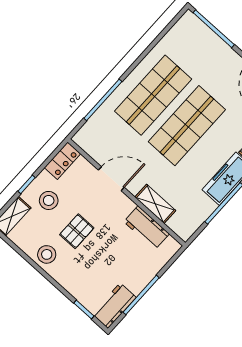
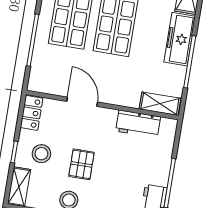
door: (111, 179) -> (82, 102), hinge flipped
shelving: (155, 204) -> (160, 104), moved

